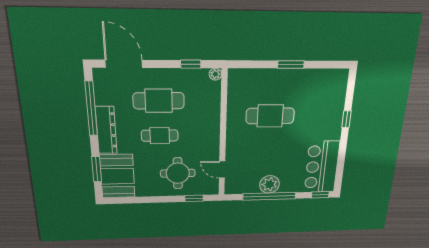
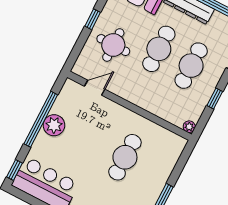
window: (191, 64) -> (215, 99), moved
cafe table: (160, 136) -> (159, 49), width x1.37, depth x1.35
window: (194, 198) -> (93, 19), moved

